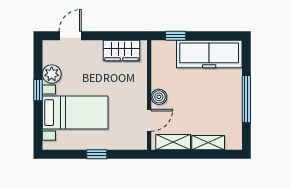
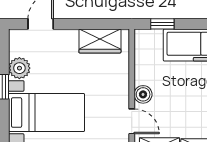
door: (149, 120) -> (132, 121), hinge flipped

